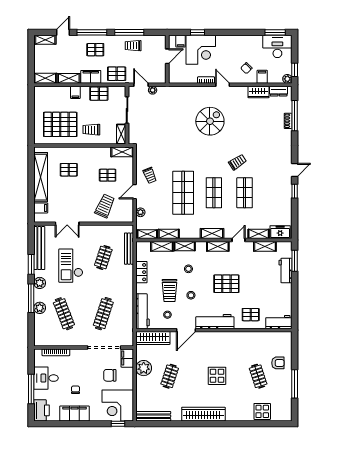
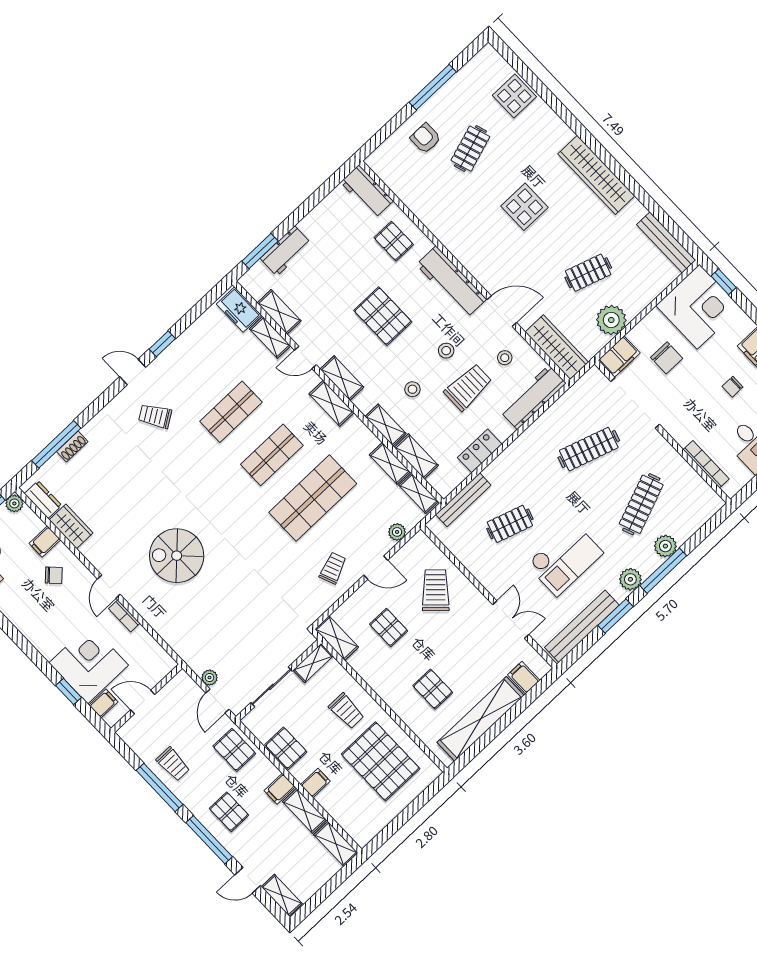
filing cabinet: (91, 77) -> (280, 789), width x0.50
trolley: (237, 162) -> (155, 416), moved
trolley: (105, 206) -> (436, 590), turned 109

